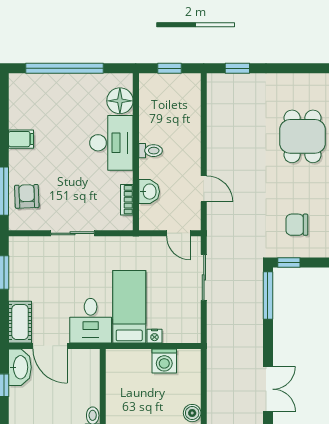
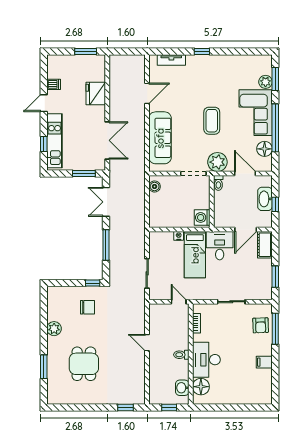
window: (65, 68) -> (236, 408), removed
door: (204, 189) -> (147, 343), moved
washbasin: (149, 192) -> (182, 388), moved
door: (178, 233) -> (179, 302), moved
window: (268, 296) -> (106, 245), moved
door: (50, 346) -> (246, 229), swing flipped
washing machine: (164, 361) -> (202, 217), moved, turned -90
washbasin: (20, 367) -> (265, 199), moved

